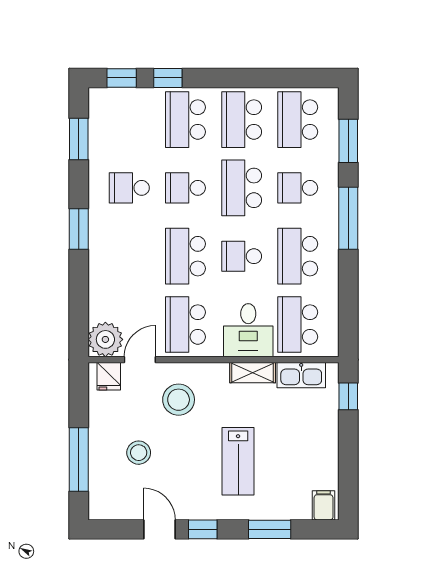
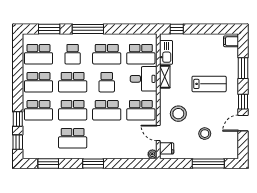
school desk: (129, 188) -> (73, 138), width x1.85
school desk: (185, 188) -> (73, 110), width x1.85
plant: (105, 339) -> (152, 154), width x0.53, depth x0.53

